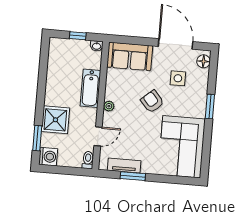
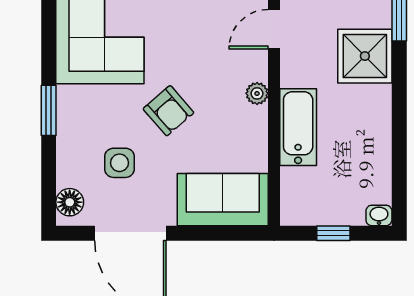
washbasin: (97, 46) -> (379, 215), moved

